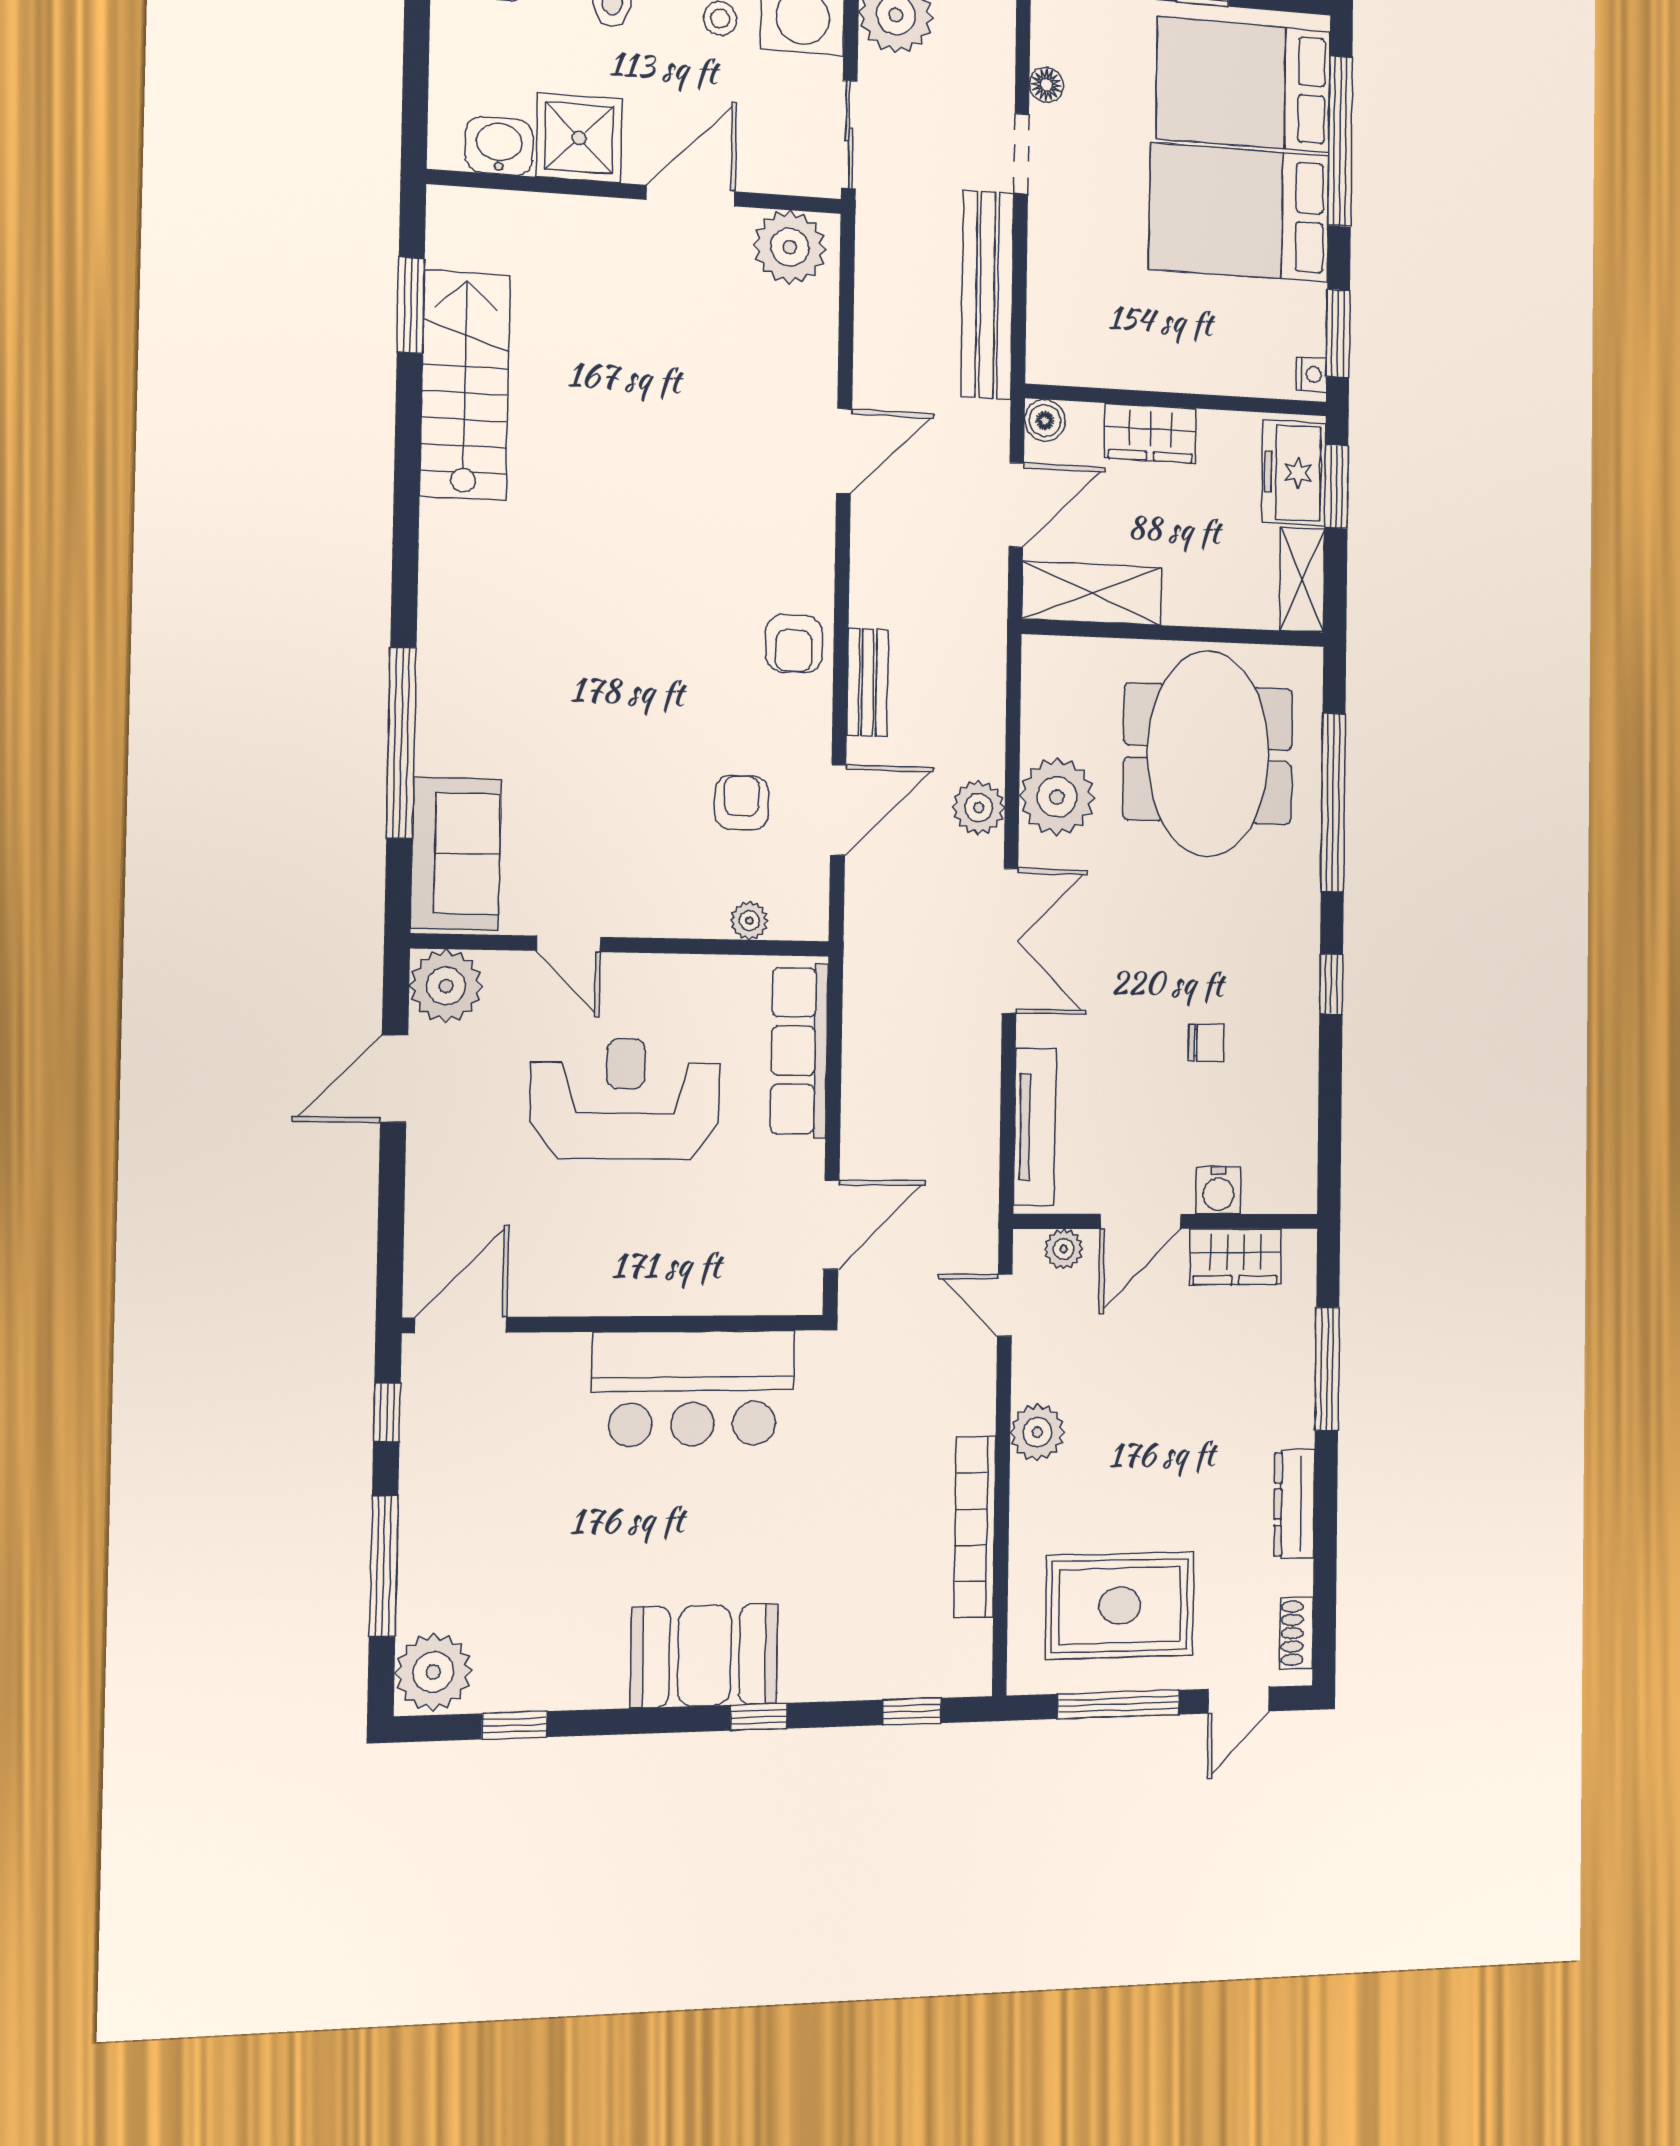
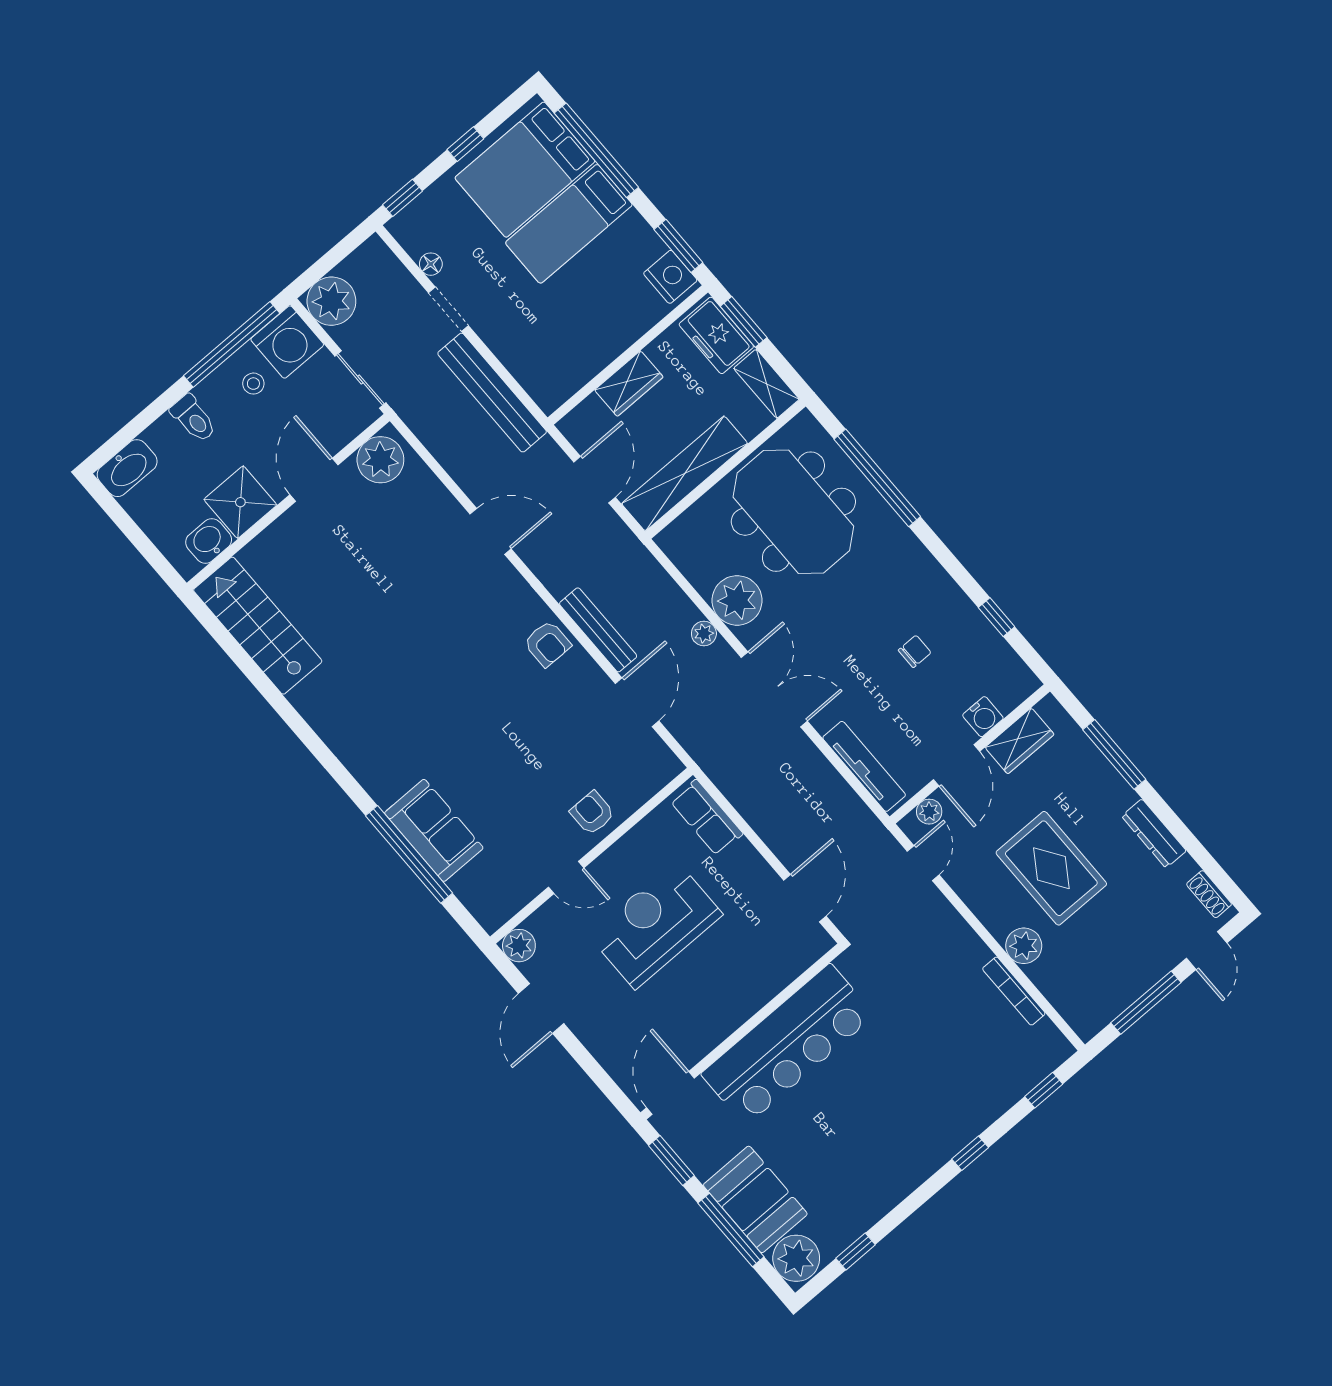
bed: (1239, 213) -> (569, 224), width x0.67
window: (411, 305) -> (235, 652), removed
nightstand: (1311, 374) -> (670, 277), width x1.89, depth x1.79
stairs: (465, 385) -> (258, 626), moved
boiler: (1045, 421) -> (573, 426), removed
door: (844, 451) -> (491, 531), hinge flipped
shelving: (1092, 593) -> (685, 473), width x1.47
bench: (868, 682) -> (598, 630), width x1.36
armchair: (742, 803) -> (592, 813), moved
plant: (979, 808) -> (704, 634), width x0.73, depth x0.73
sofa: (456, 853) -> (434, 830), moved
plant: (749, 921) -> (641, 792), removed
window: (1331, 984) -> (997, 617), moved
plant: (446, 986) -> (519, 946), width x0.73, depth x0.73
row of seats: (799, 1051) -> (707, 818), width x0.68
door: (1005, 1305) -> (923, 863), swing flipped
bar counter: (693, 1388) -> (788, 1045), width x1.36
window: (387, 1412) -> (671, 1160), width x1.50
plant: (1037, 1432) -> (1024, 946), moved
bookcase: (975, 1527) -> (1014, 991), width x0.68, depth x0.76
rug: (1120, 1606) -> (1051, 868), moved, turned 90
booth: (704, 1655) -> (755, 1199), moved, turned 90

